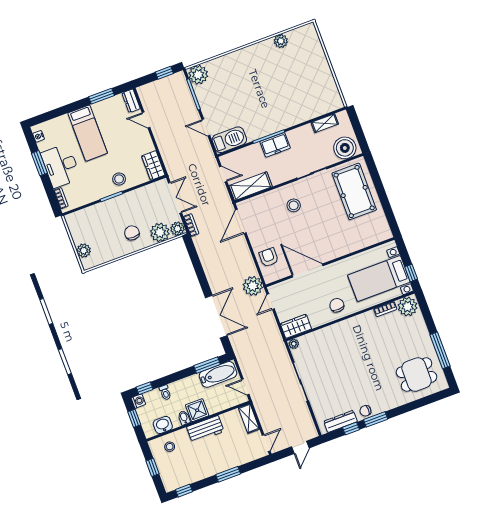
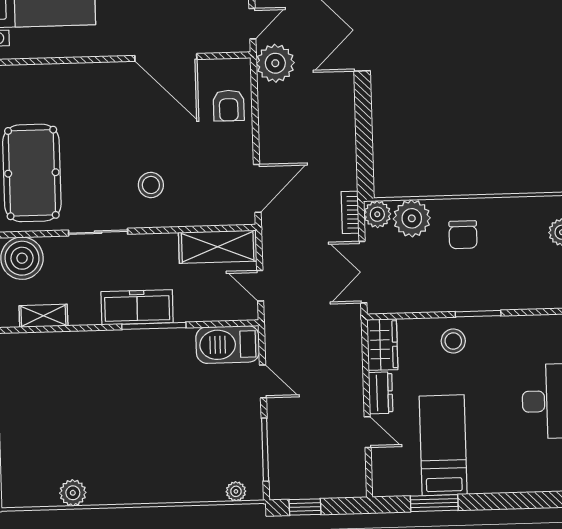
plant: (198, 75) -> (236, 491), width x0.53, depth x0.53
dresser: (131, 101) -> (381, 393), moved
bed: (88, 133) -> (443, 445), moved
freezer: (275, 145) -> (137, 307), width x1.40

